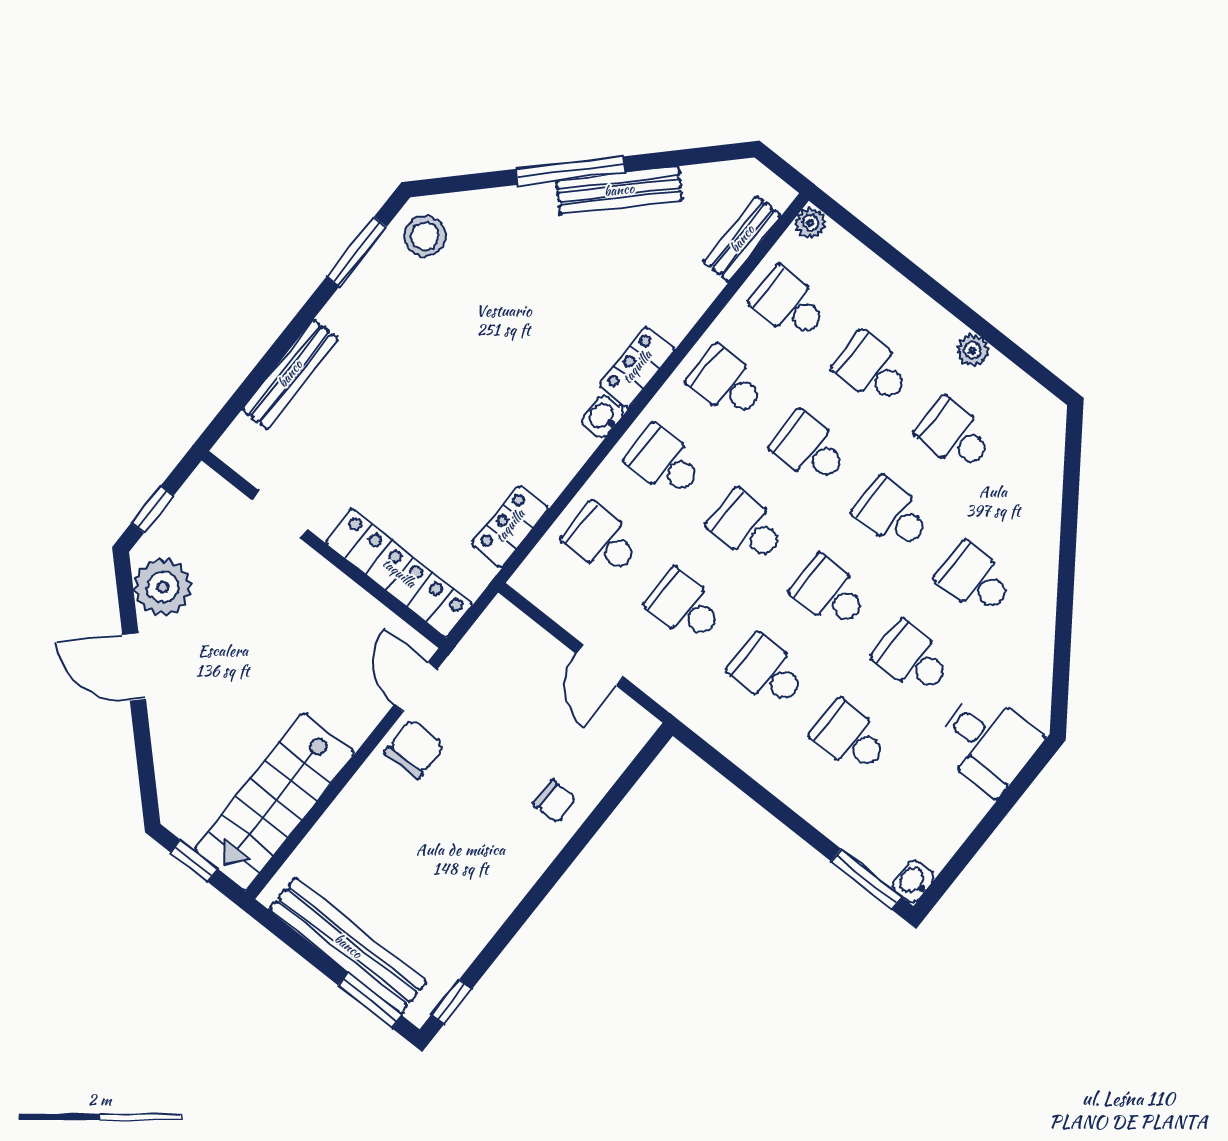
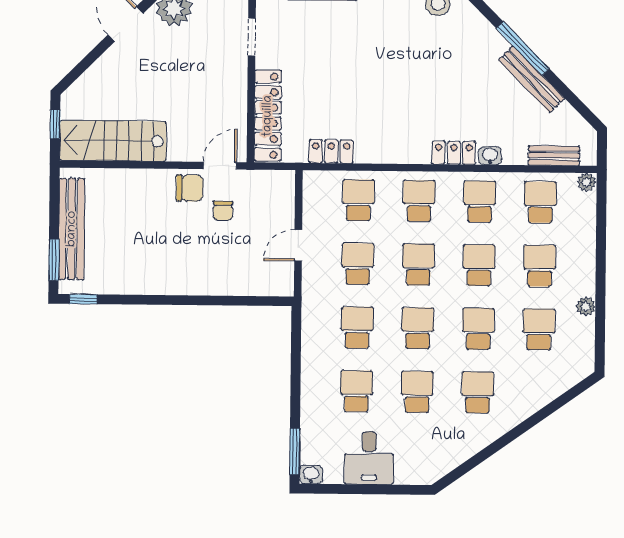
washbasin: (603, 417) -> (490, 156), moved
desk: (988, 742) -> (369, 458), moved
chair: (555, 801) -> (223, 211), moved

